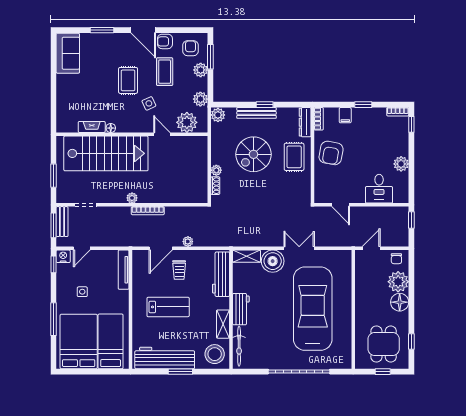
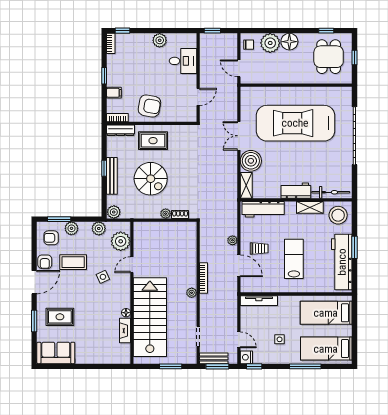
rug: (128, 80) -> (60, 317), moved
bed: (79, 341) -> (326, 349), width x0.67
dining table: (384, 344) -> (329, 57), turned 90

